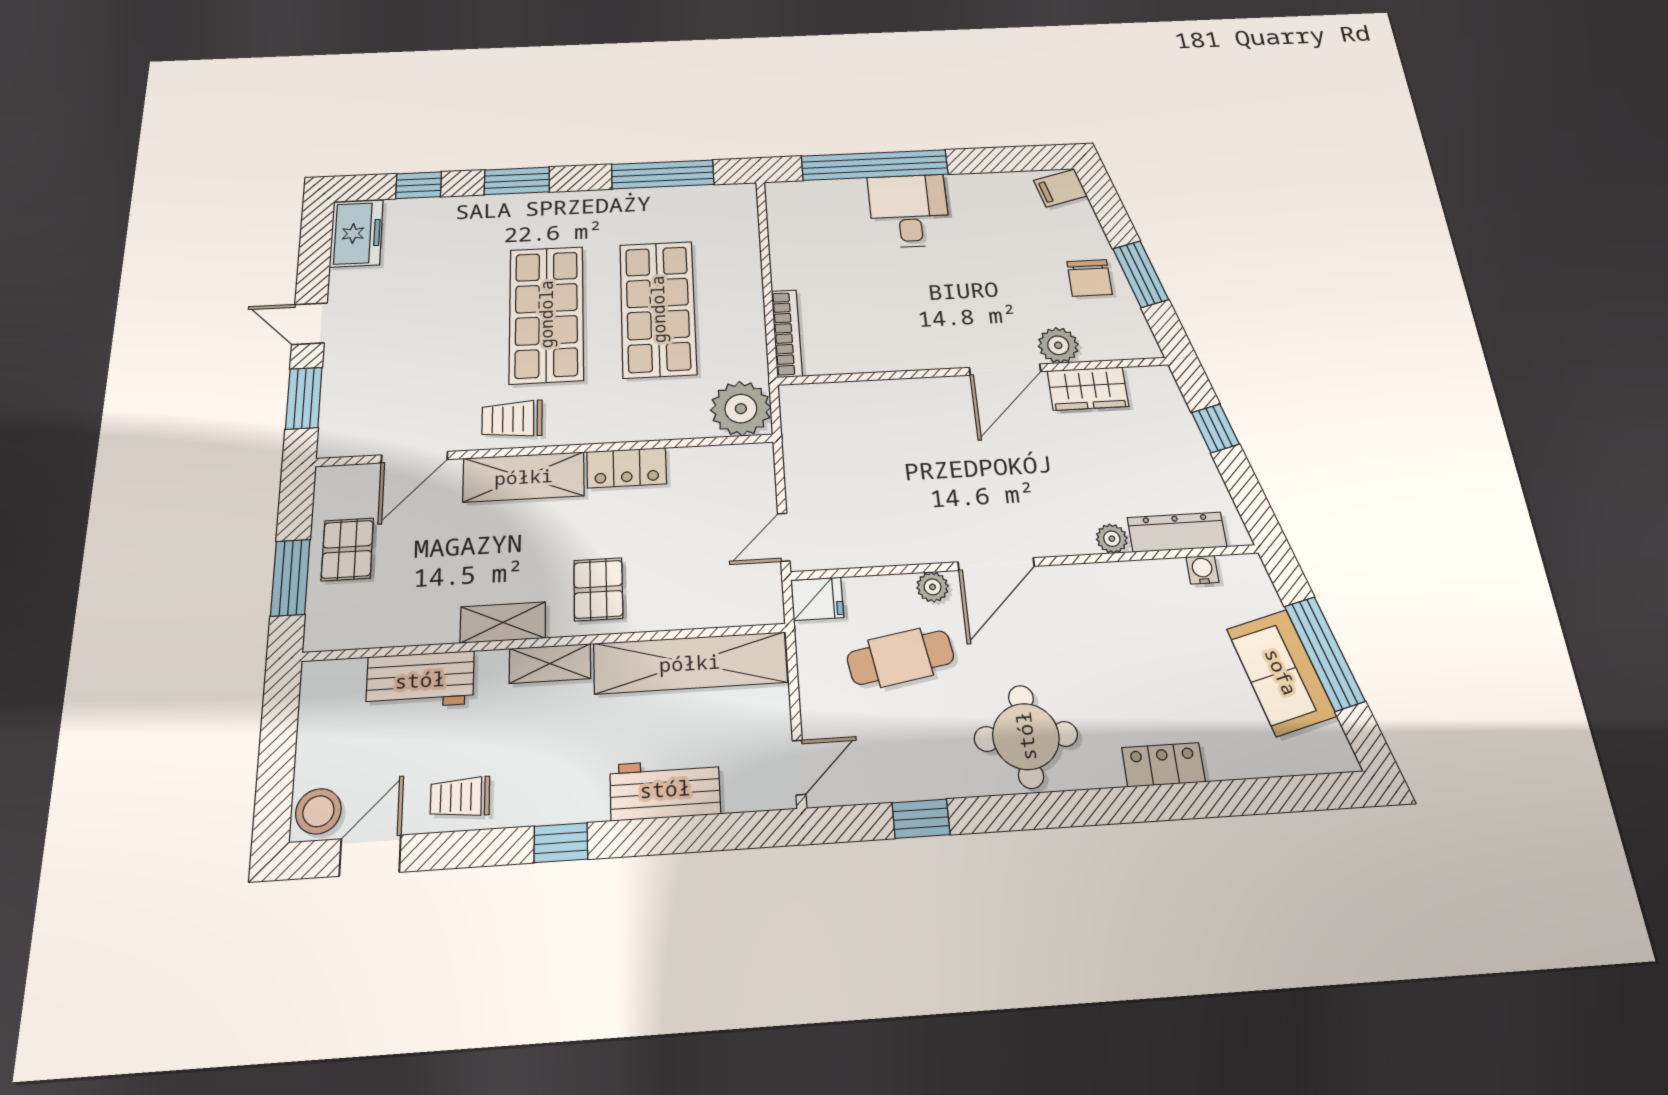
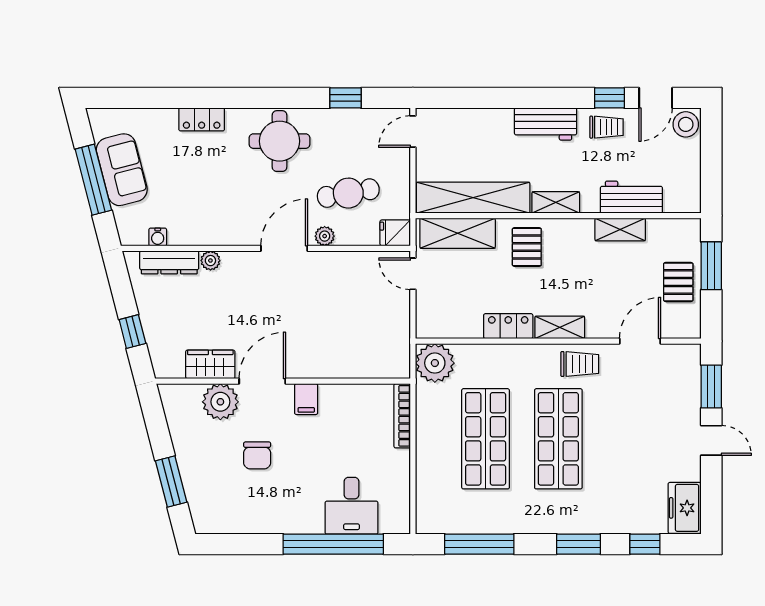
filing cabinet: (1060, 188) -> (306, 399), moved, turned 104
desk: (909, 211) -> (352, 506), moved
window: (1141, 274) -> (171, 481), moved
chair: (1090, 278) -> (257, 455), moved, turned 180
plant: (1058, 345) -> (220, 402), width x1.36, depth x1.36
shelving: (524, 477) -> (560, 327), width x0.67, depth x0.75
door: (784, 537) -> (413, 274), swing flipped
shelving: (714, 604) -> (458, 233), added
shelving: (503, 623) -> (620, 230), moved
workbench: (665, 789) -> (546, 124), moved
window: (561, 843) -> (609, 98), moved

